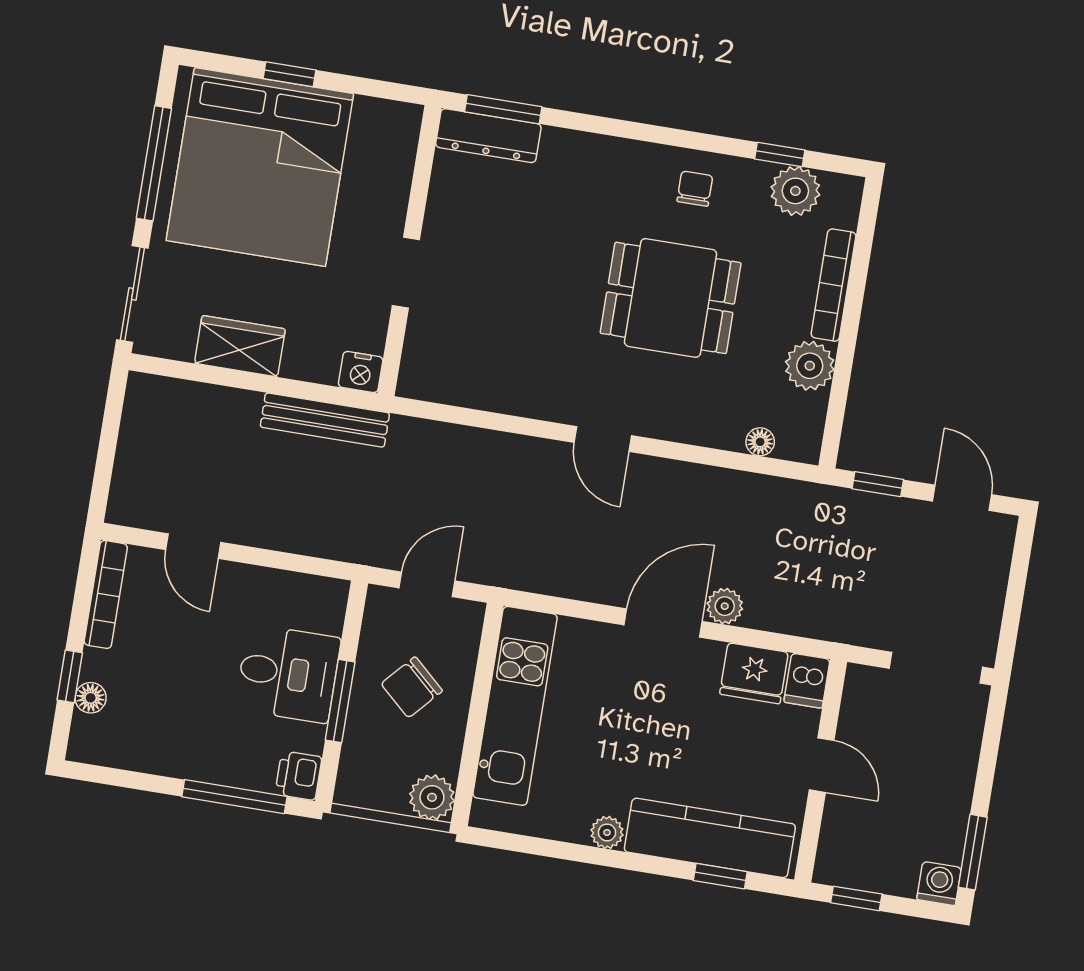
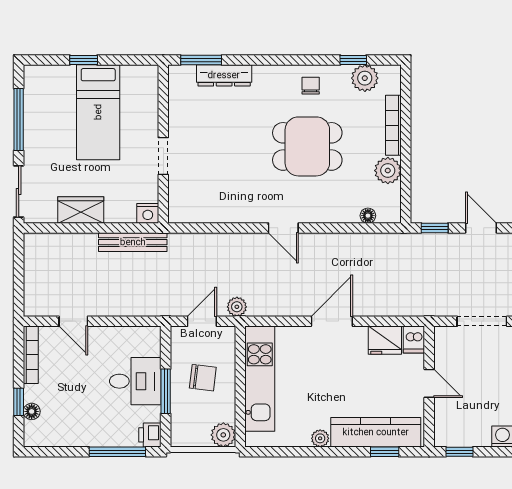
dresser: (488, 136) -> (224, 75), moved
bed: (260, 167) -> (98, 112), width x0.49
plant: (725, 606) -> (237, 307), moved
chair: (412, 687) -> (203, 378), turned -125

